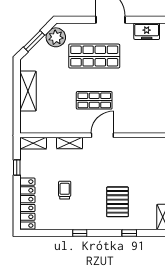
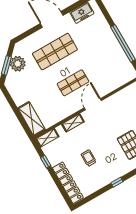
plant: (56, 37) -> (18, 64), moved
shelving: (28, 91) -> (32, 119), moved

